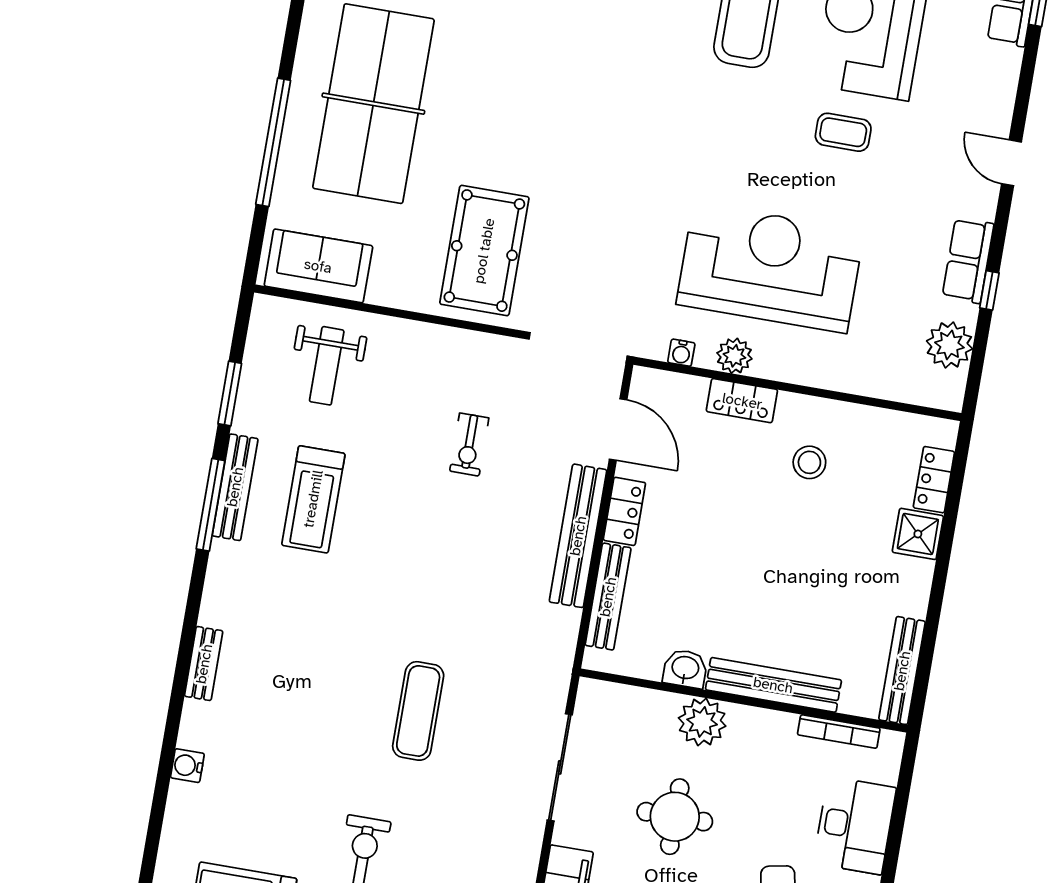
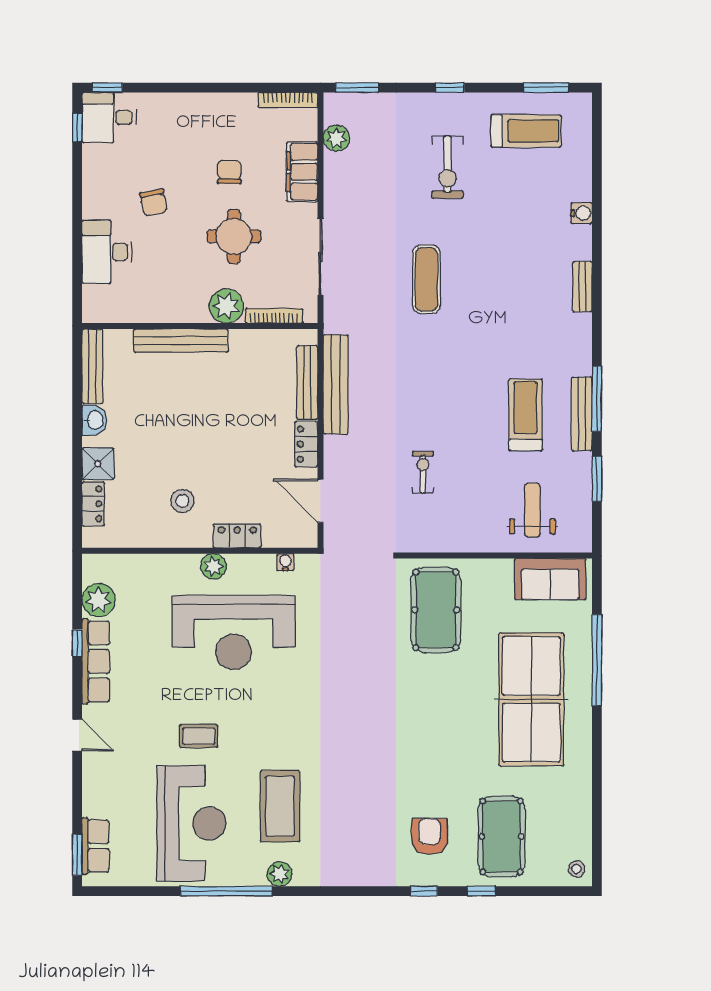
row of seats: (968, 261) -> (96, 661), width x1.48
plant: (734, 356) -> (213, 566), moved
bench: (578, 536) -> (336, 384), moved
washbasin: (685, 669) -> (94, 420), moved, turned -90
bookcase: (839, 731) -> (274, 316), moved

